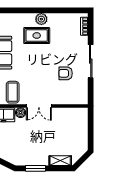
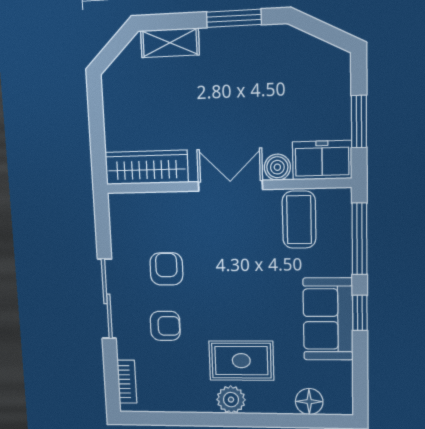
floor lamp: (10, 19) -> (309, 402), added
armchair: (67, 50) -> (165, 326), added
armchair: (66, 73) -> (166, 269), turned -90
wardrobe: (72, 114) -> (147, 167), added

